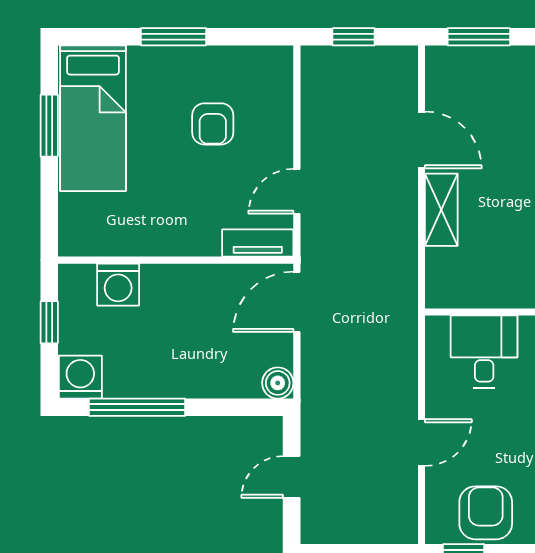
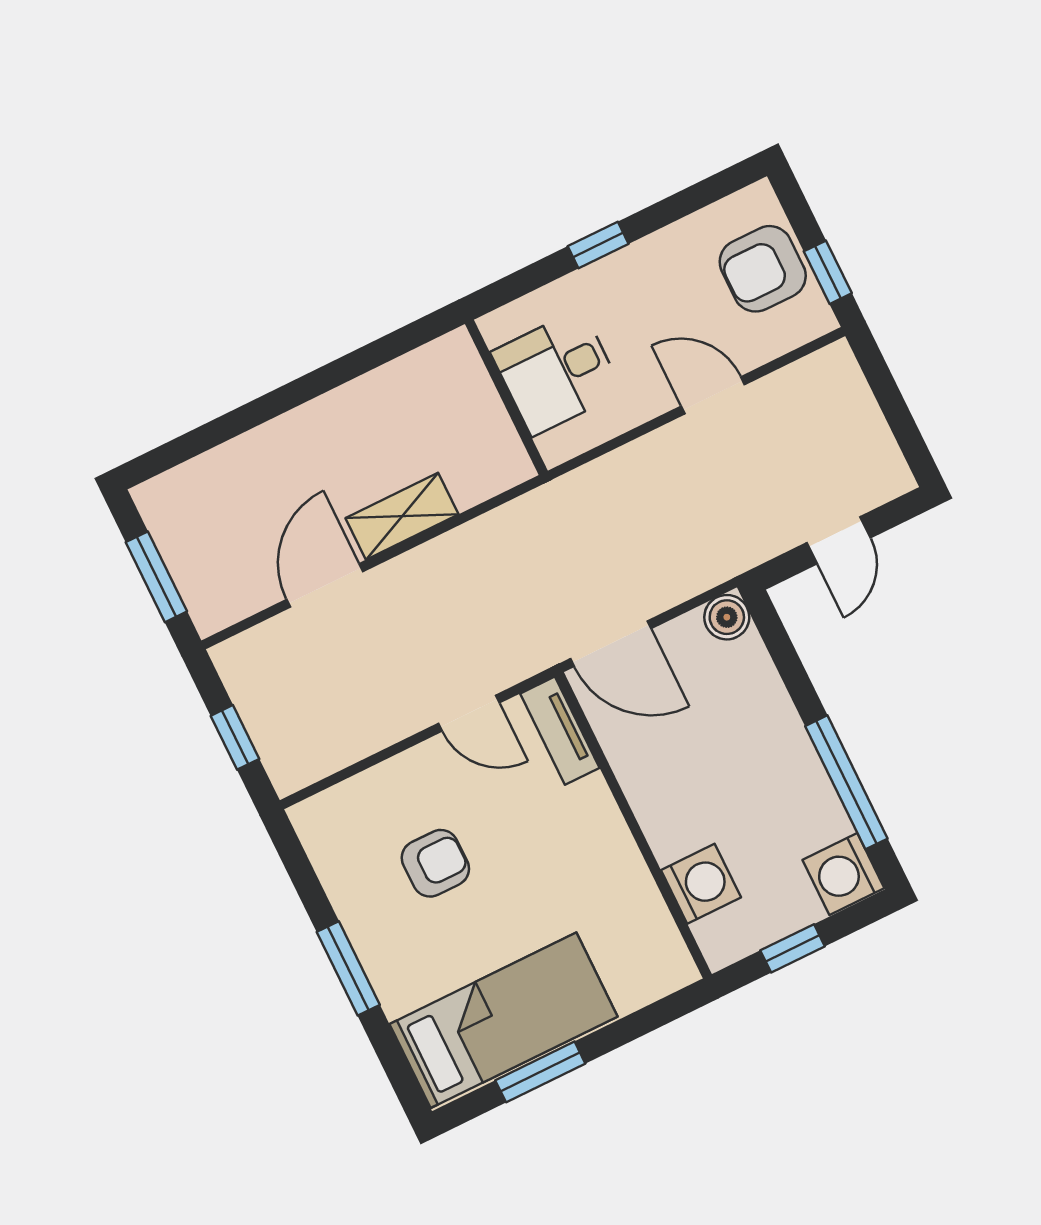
door: (292, 477) -> (839, 540), hinge flipped

